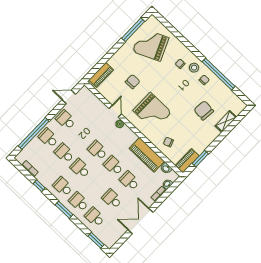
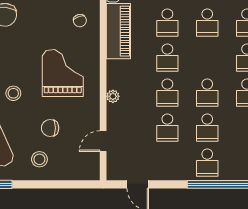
stool: (123, 63) -> (39, 159), added
piano: (101, 75) -> (77, 172), removed
stool: (164, 80) -> (13, 93), added
door: (115, 111) -> (103, 141), moved
school desk: (66, 120) -> (167, 128), moved

